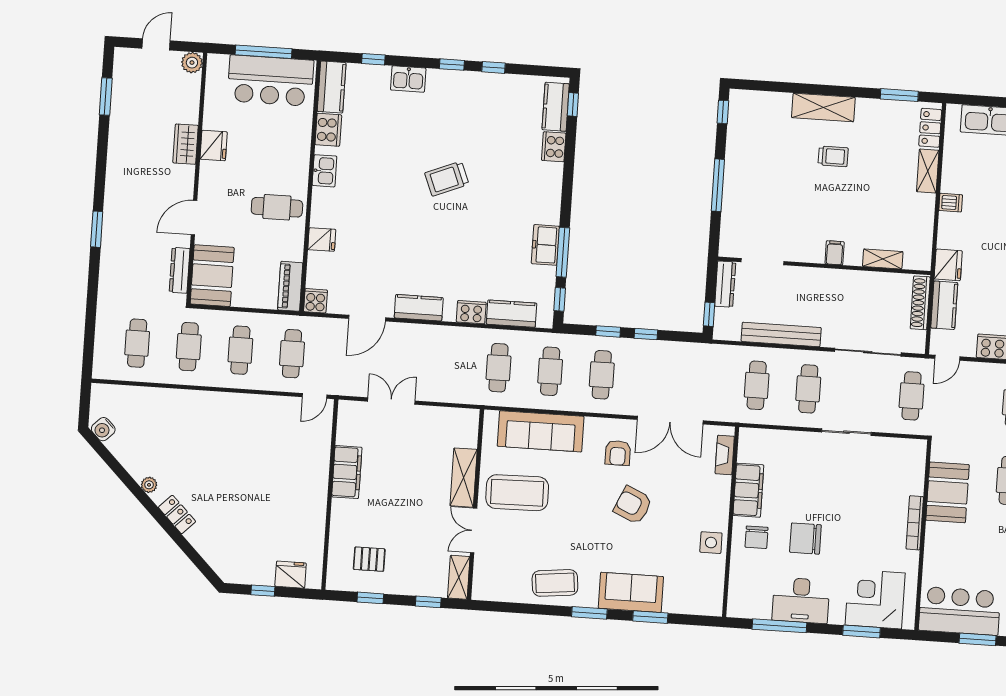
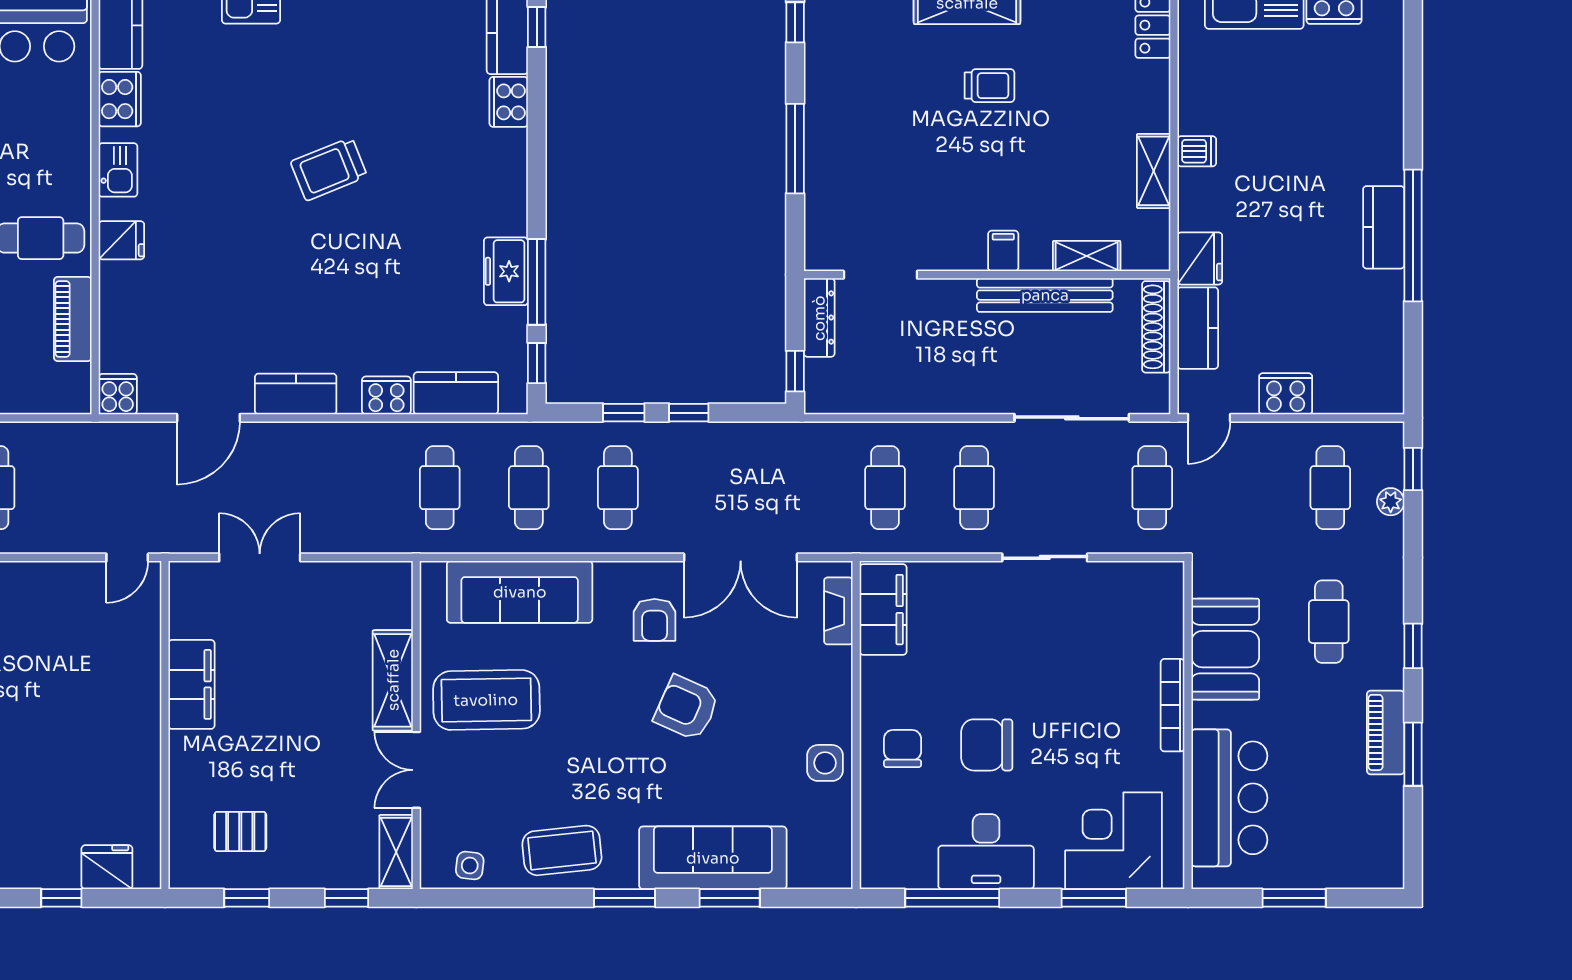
shelving: (928, 171) -> (1154, 171), moved
fridge: (322, 239) -> (121, 240), moved
piano: (290, 286) -> (73, 319), moved
bench: (781, 334) -> (1045, 295), moved
cafe table: (292, 354) -> (84, 488), removed
filing cabinet: (748, 490) -> (883, 610), moved
chair: (756, 537) -> (903, 748), turned 180
side table: (501, 588) -> (470, 866), added
sofa: (631, 592) -> (713, 858), width x1.36
bar counter: (960, 611) -> (1229, 798), moved, turned 90

